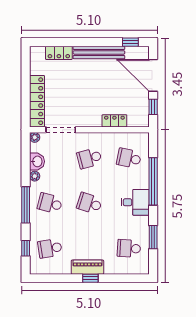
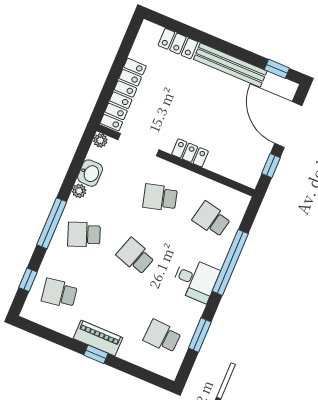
locker: (114, 121) -> (190, 153), moved
school desk: (50, 203) -> (84, 235), turned -36

